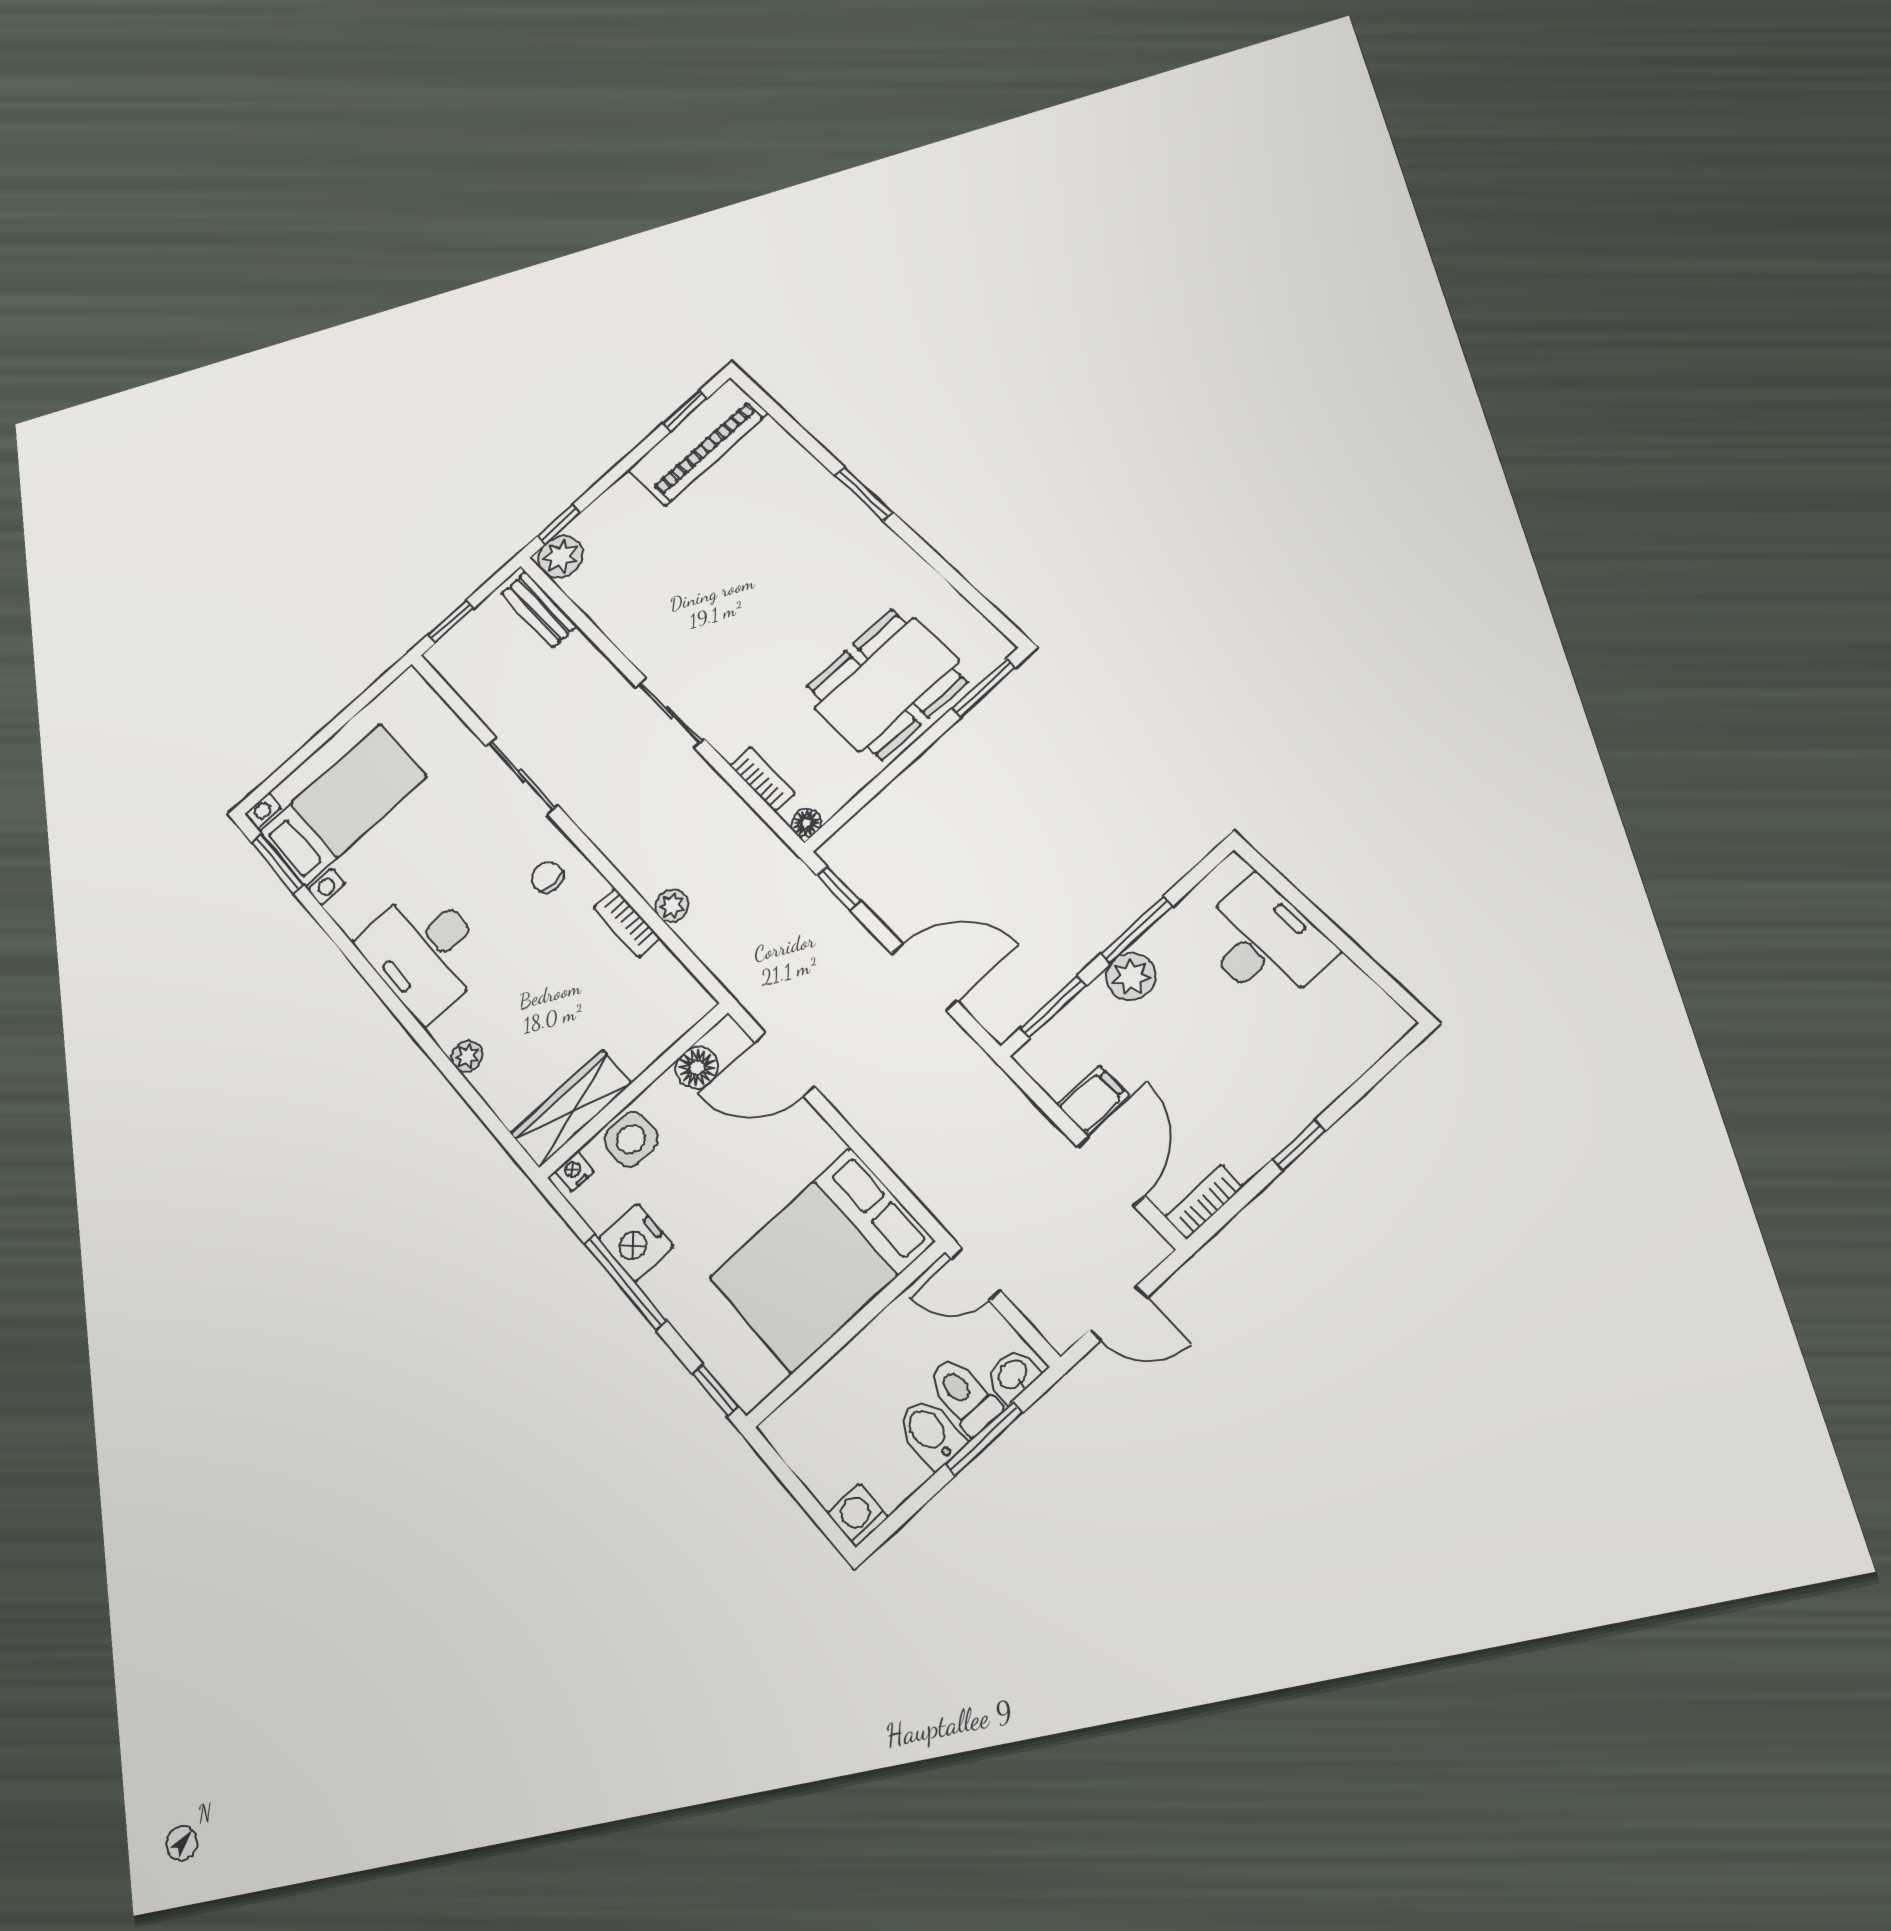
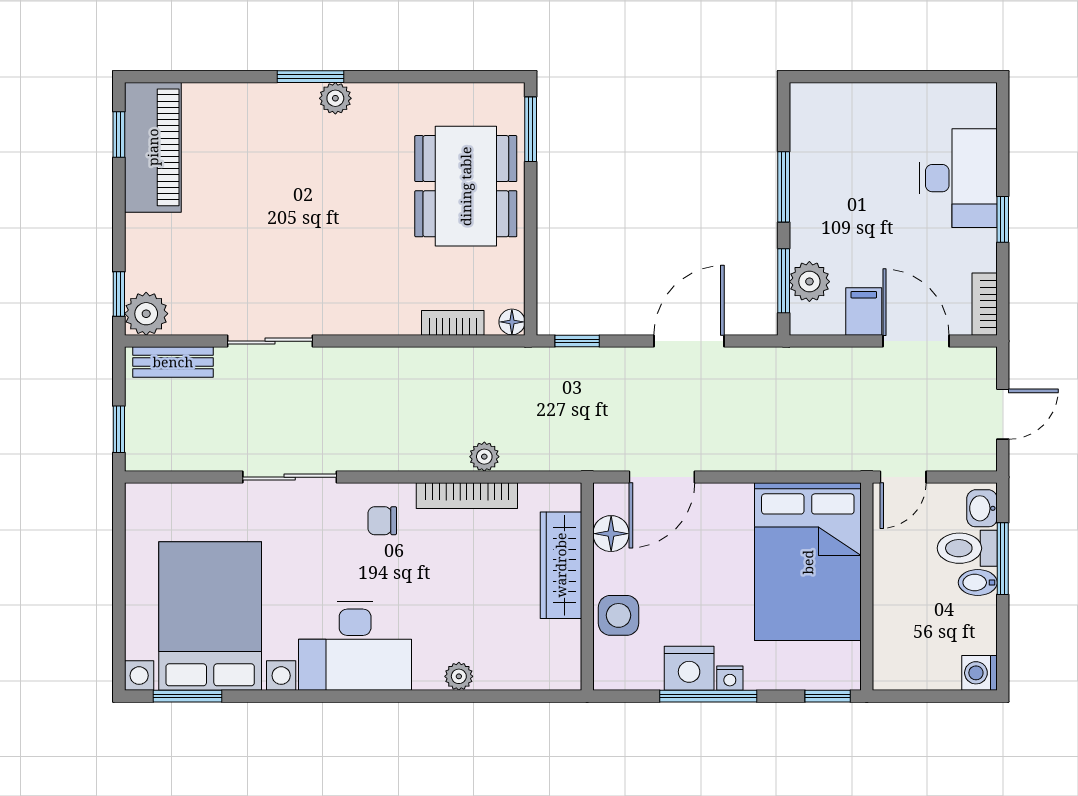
plant: (864, 527) -> (335, 98), added
sliding door: (670, 713) -> (270, 341), moved
bed with nightstands: (343, 805) -> (210, 616), width x1.36
bookcase: (627, 923) -> (467, 496), width x1.56
desk: (1264, 942) -> (958, 178), moved, turned 90
plant: (1131, 977) -> (809, 282), moved
wardrobe: (571, 1109) -> (561, 565), moved
nightstand: (574, 1171) -> (730, 678), moved, turned -90
bidet: (930, 1433) -> (978, 583), width x0.72, depth x0.74

